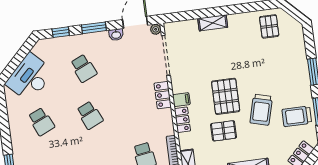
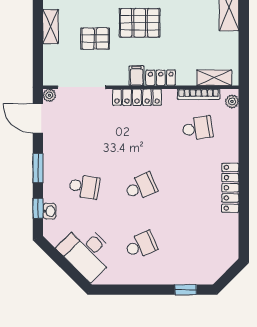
washbasin: (116, 35) -> (50, 211), moved
school desk: (84, 68) -> (84, 187), turned 33
locker: (163, 95) -> (137, 97), width x1.53
pallet: (224, 131) -> (95, 39), moved, turned 90

